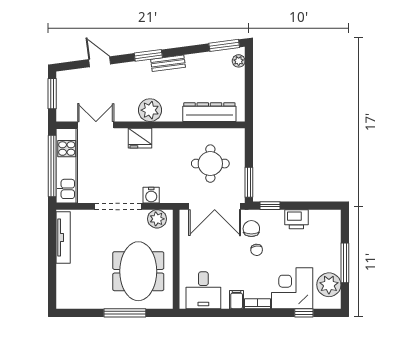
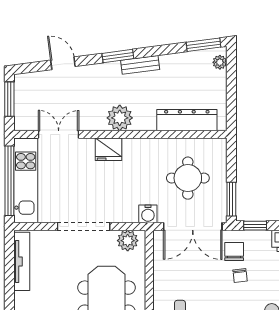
water cooler: (151, 195) -> (148, 214), moved

